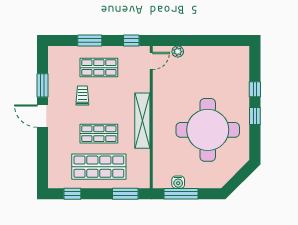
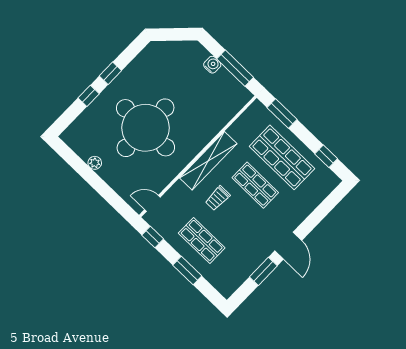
plant: (178, 52) -> (95, 163), moved
trolley: (82, 96) -> (218, 198), moved
round table: (208, 130) -> (146, 128), moved
water cooler: (178, 182) -> (212, 65), moved

